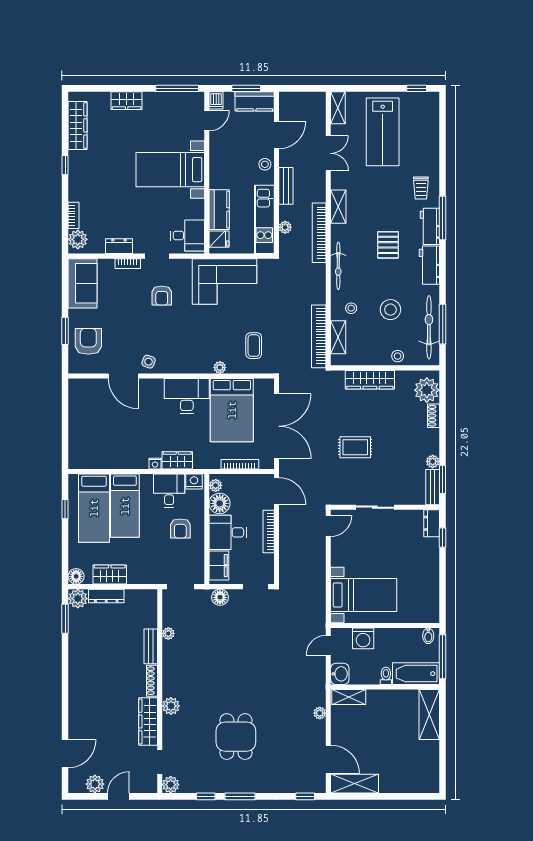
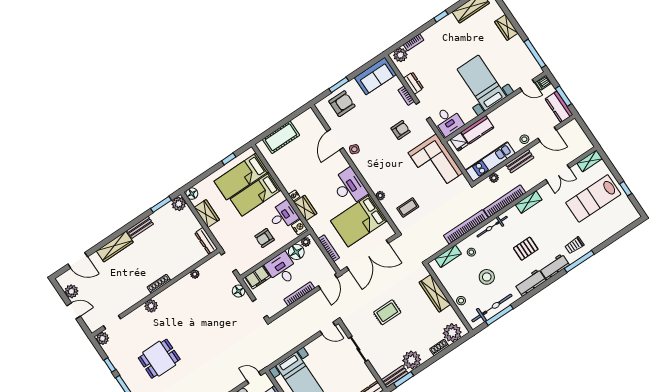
window: (417, 88) -> (626, 189), moved
window: (443, 218) -> (579, 261), moved
armchair: (162, 296) -> (401, 130), turned 180
bookcase: (319, 336) -> (466, 227), moved
cot: (80, 435) -> (281, 137), added
rug: (355, 447) -> (387, 312), turned 90
plant: (433, 461) -> (412, 360), width x1.88, depth x1.88
dresser: (106, 596) -> (206, 241), moved
bench: (151, 646) -> (140, 227), moved
wardrobe: (148, 722) -> (115, 247), moved, turned 180

